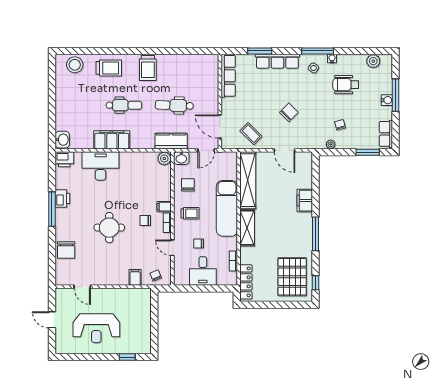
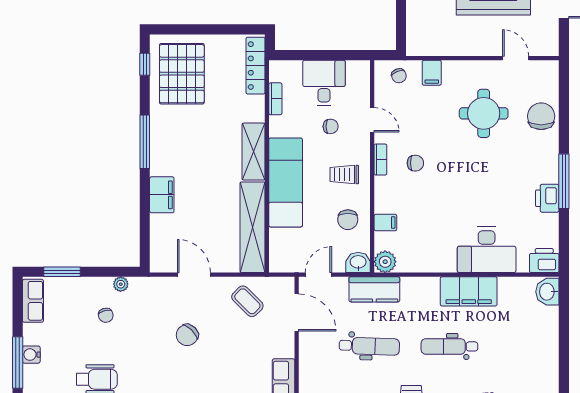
filing cabinet: (164, 207) -> (385, 222), moved
round table: (109, 228) -> (484, 113), moved

